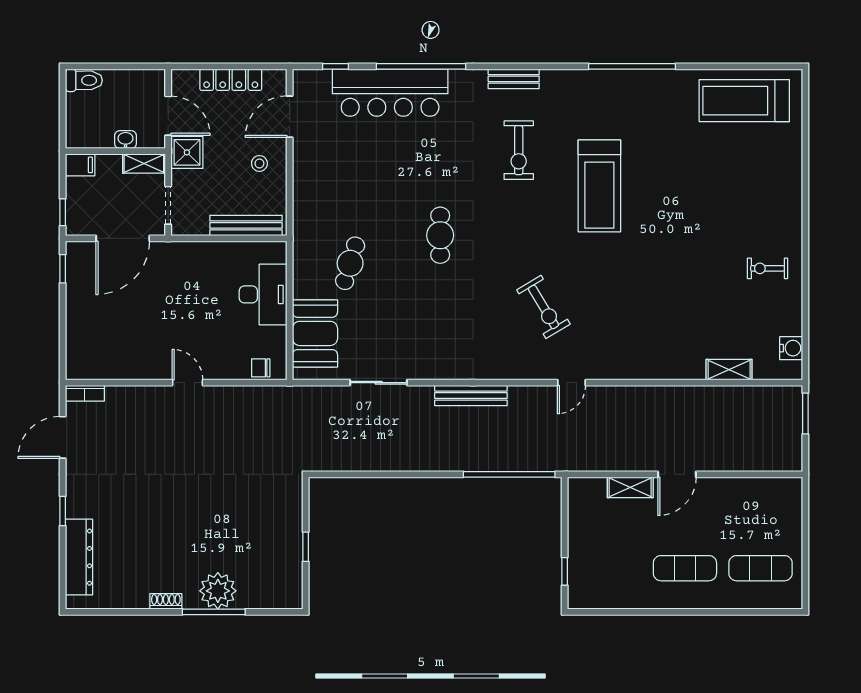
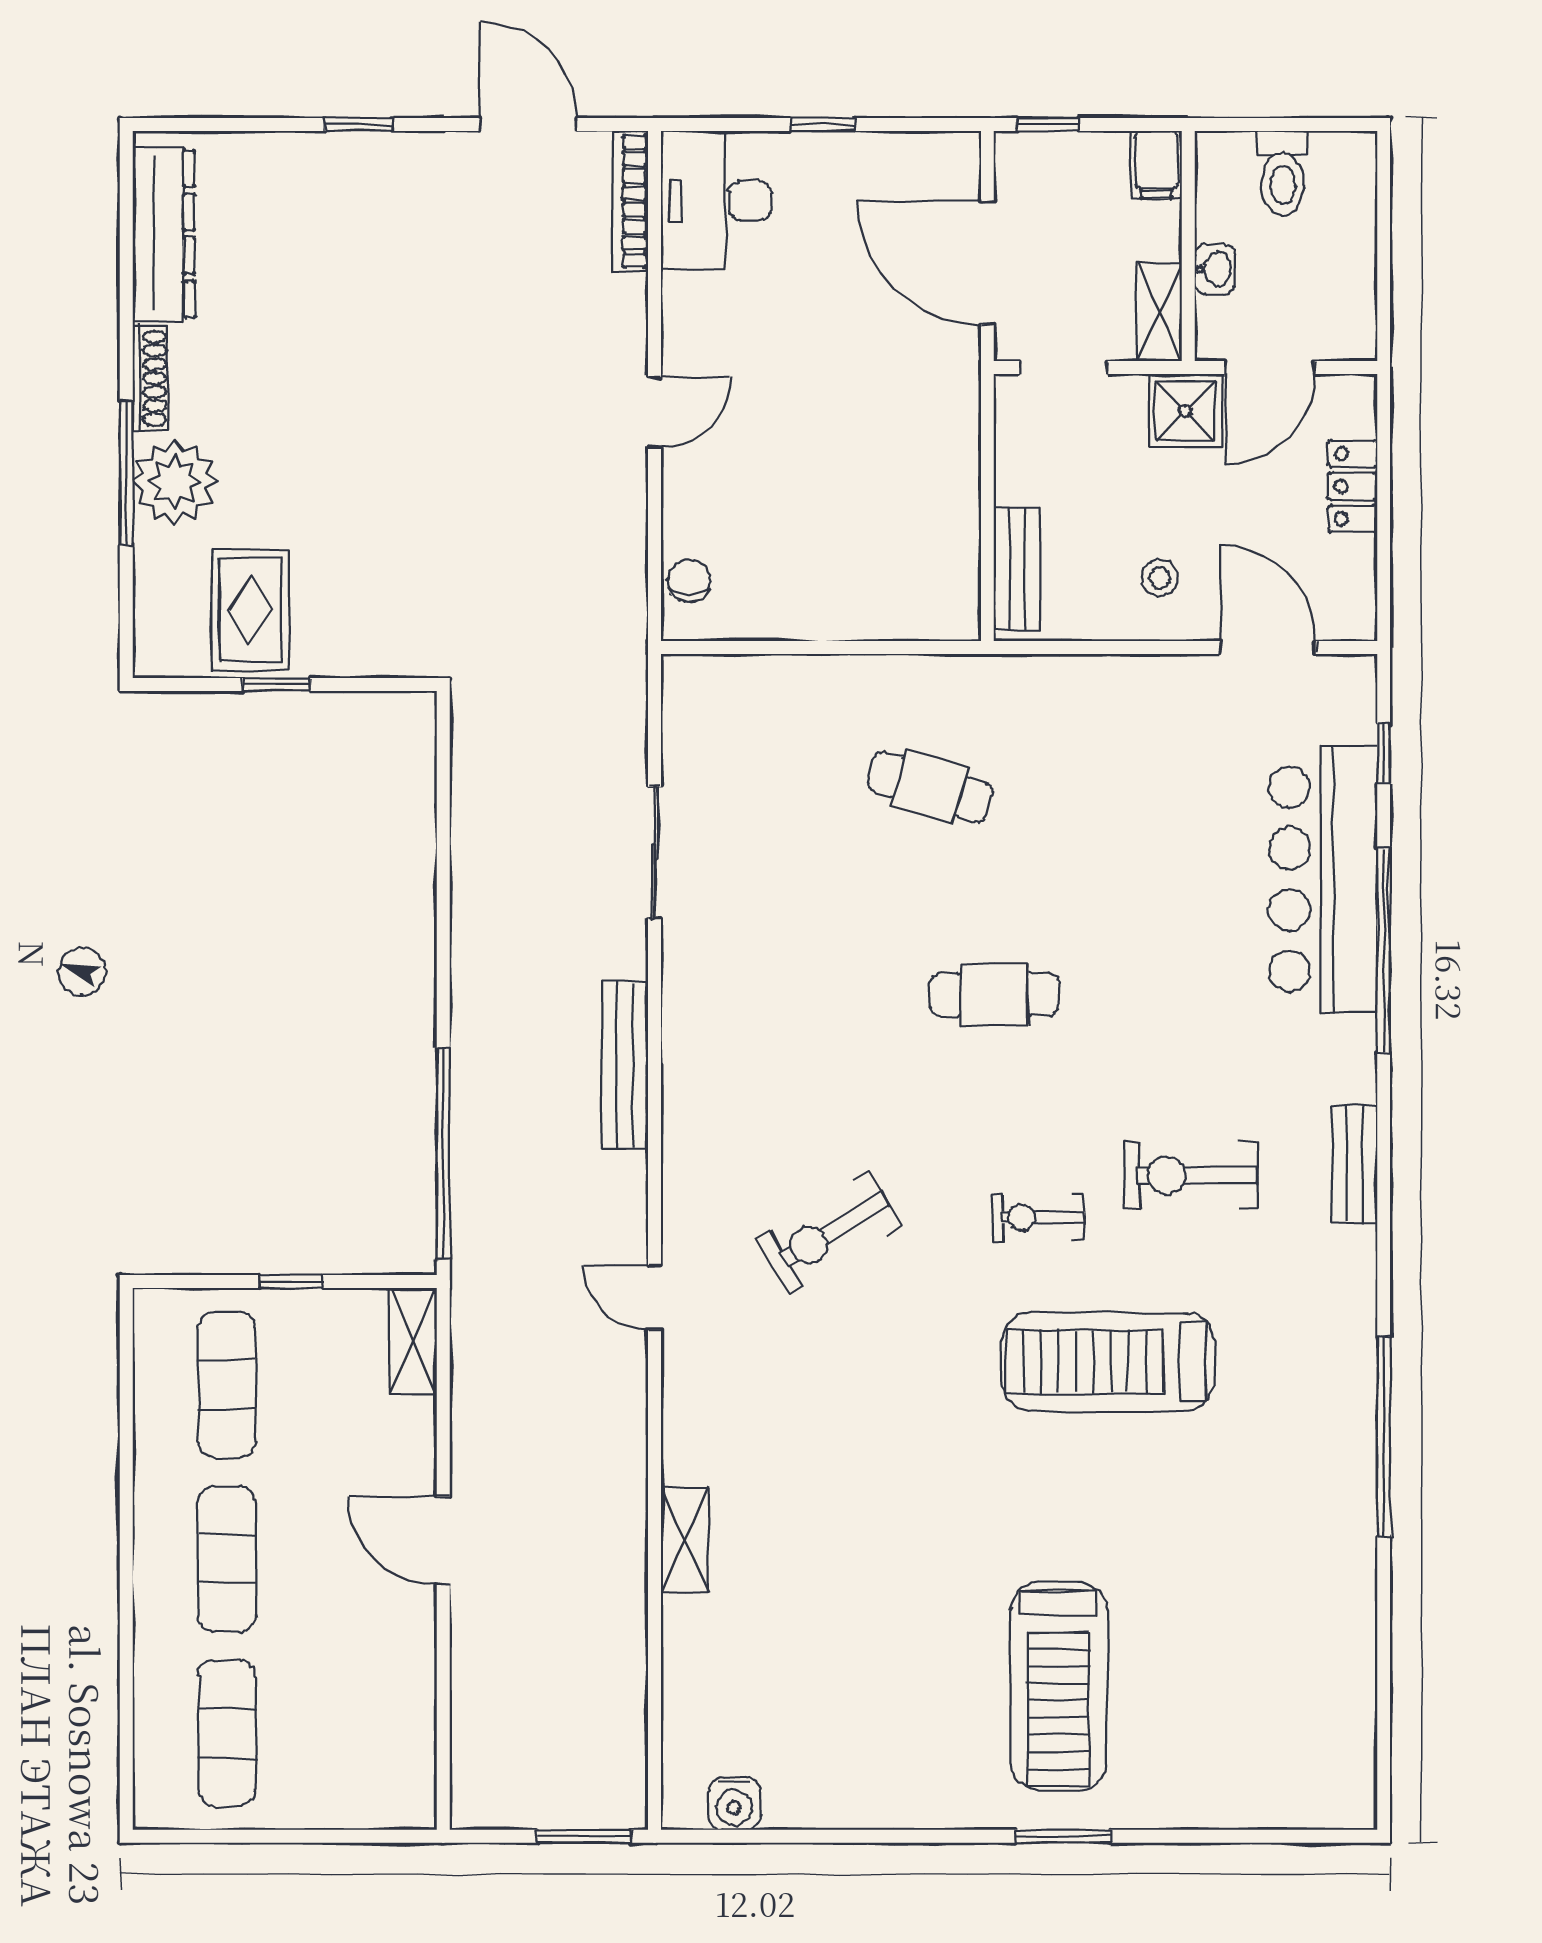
toilet: (84, 80) -> (1283, 173), moved
locker: (231, 80) -> (1353, 486), width x0.66
treadmill: (744, 101) -> (1059, 1686), moved, turned 180
window: (805, 206) -> (1063, 1836), added
bench: (246, 225) -> (1017, 569), width x0.73
exercise bike: (767, 268) -> (1038, 1218), moved, turned -90
window: (63, 269) -> (823, 124), moved
desk: (263, 294) -> (716, 201), moved, turned 90
booth: (315, 333) -> (768, 706), removed
shelving: (729, 370) -> (685, 1540), moved
bookcase: (85, 393) -> (630, 201), width x1.56
shelving: (630, 487) -> (413, 1341), moved
dresser: (79, 557) -> (164, 234), moved, turned -90
rug: (273, 558) -> (250, 610), added
exercise mat: (609, 568) -> (227, 1385), added
window: (565, 571) -> (291, 1281), moved
shoe rack: (166, 601) -> (150, 378), width x1.43

